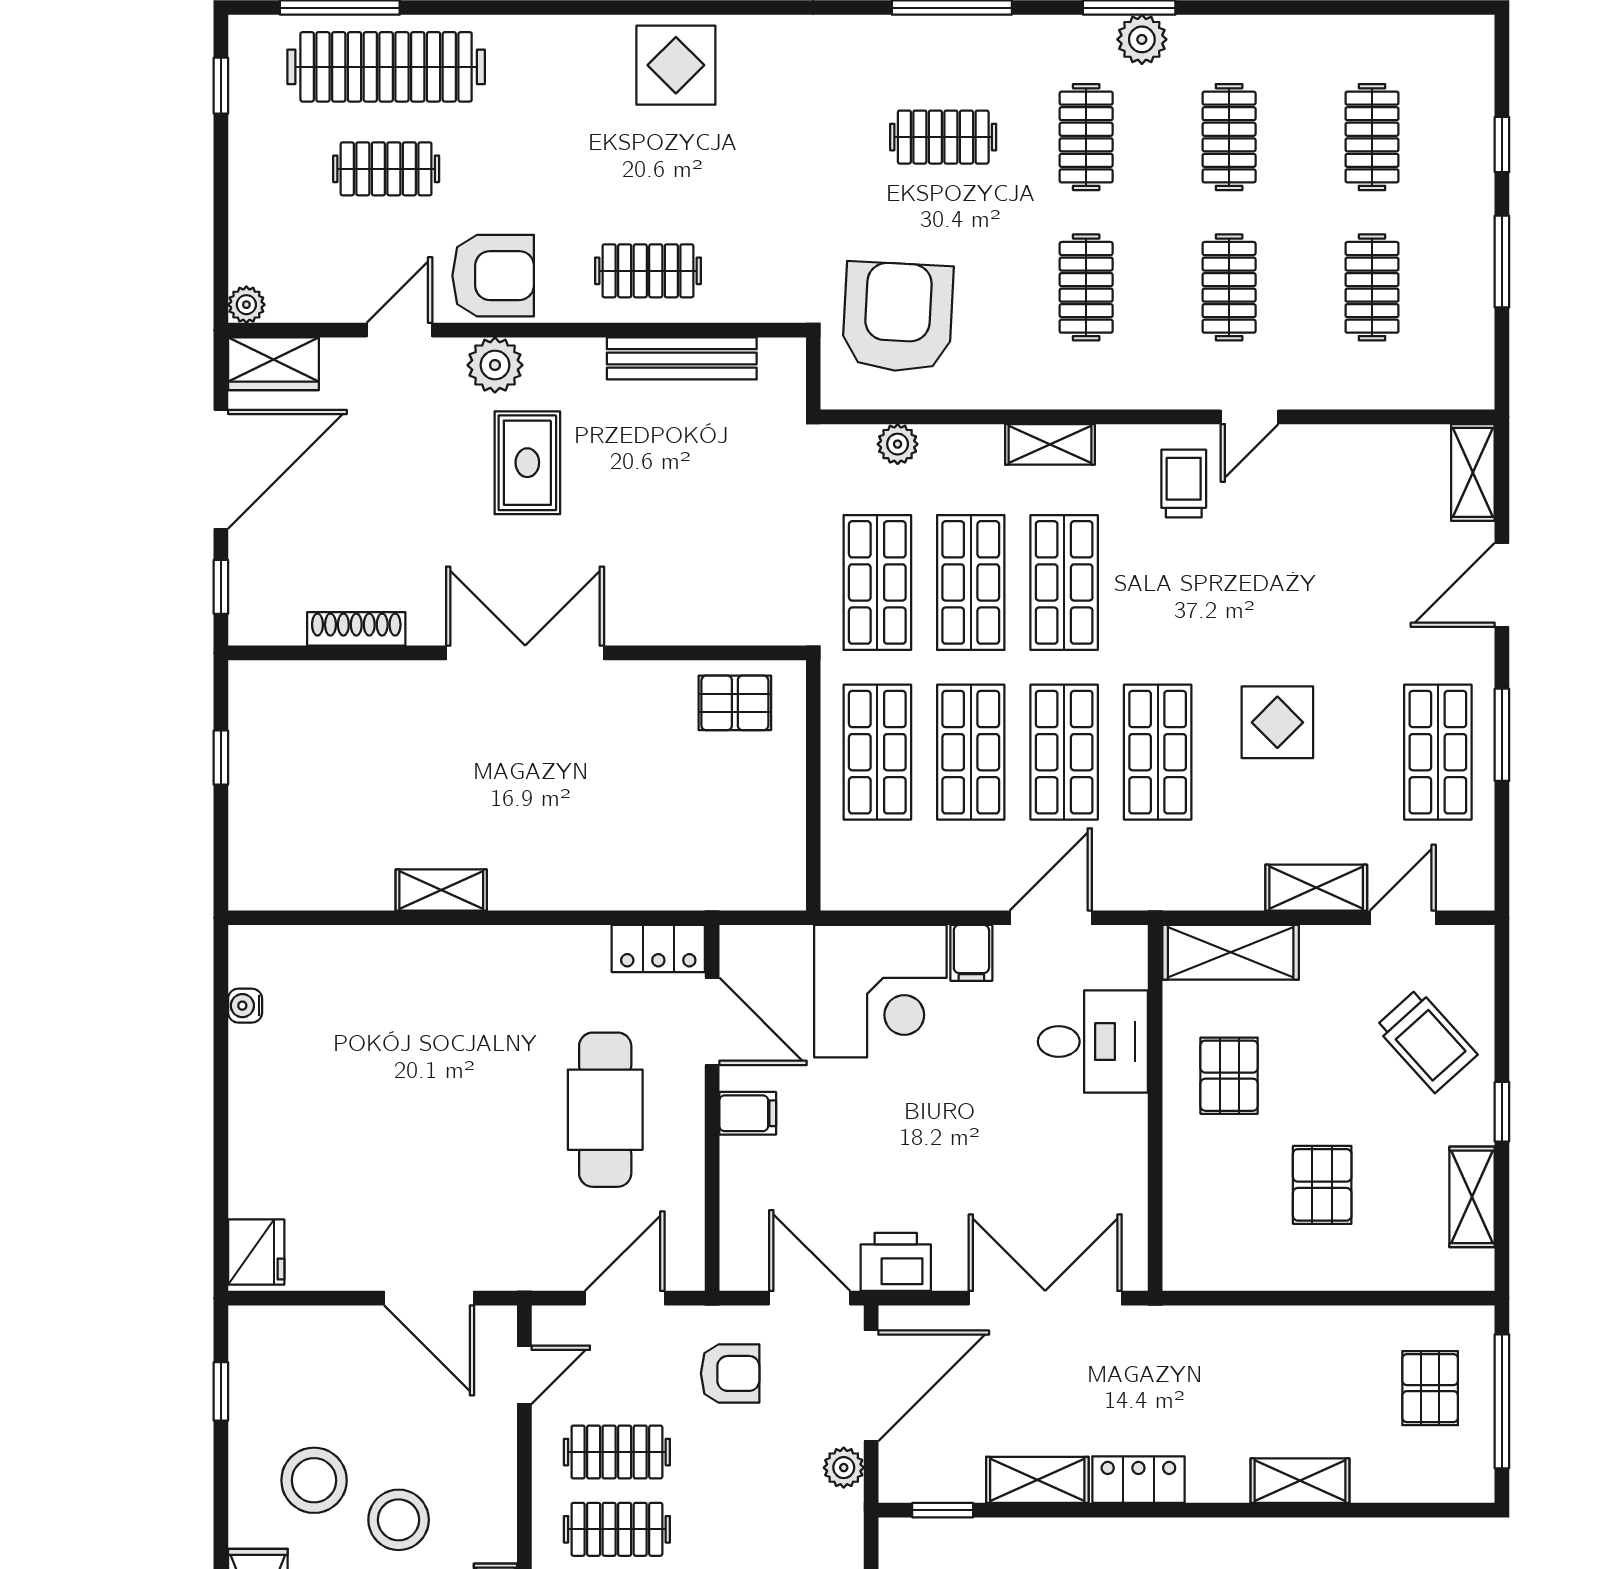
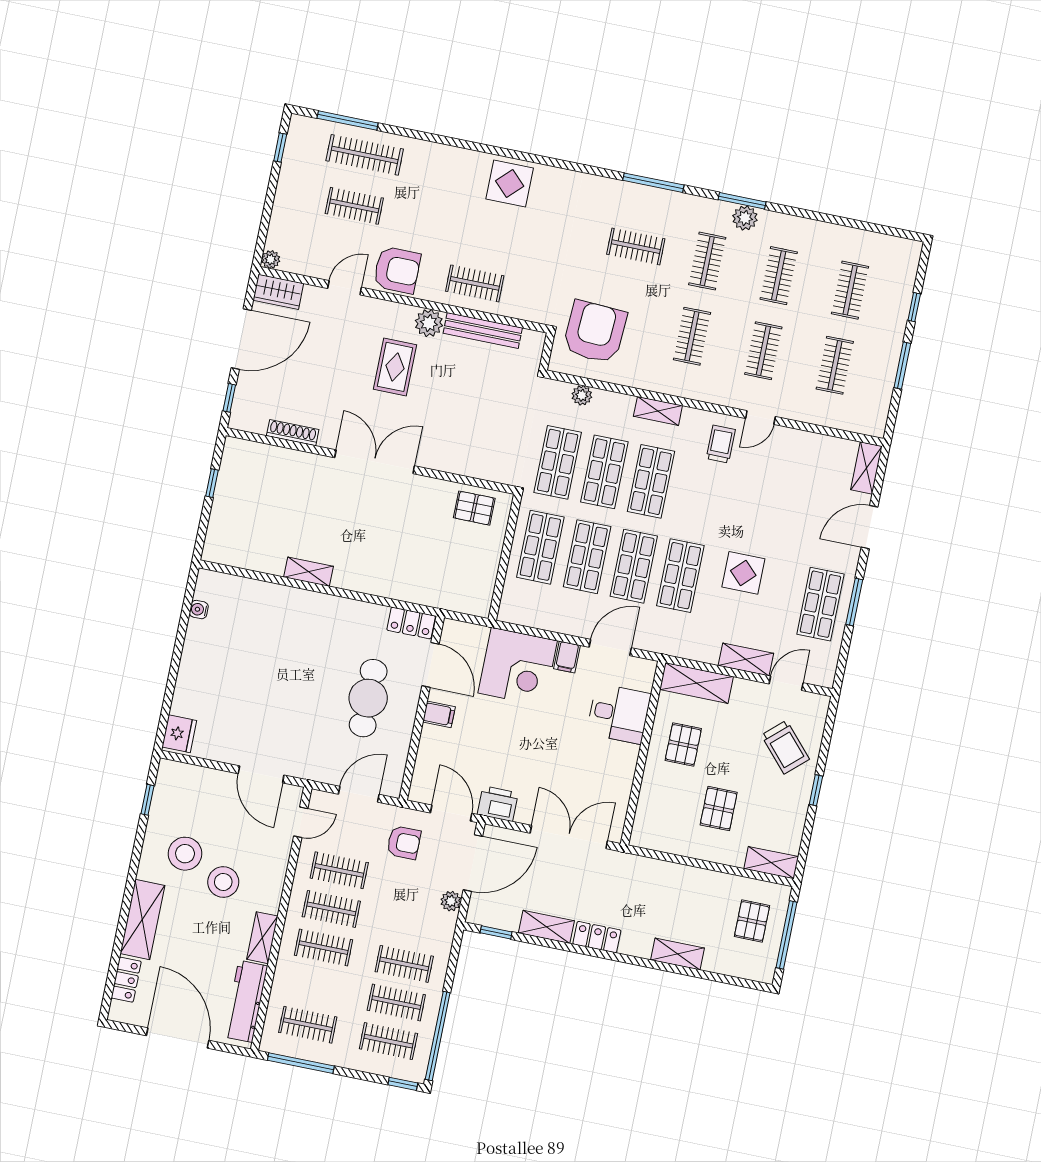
clothes rail: (386, 67) -> (365, 155), width x0.73, depth x0.76
plant: (495, 365) -> (429, 323), moved
shelving: (1472, 1197) -> (771, 863), moved, turned 90

